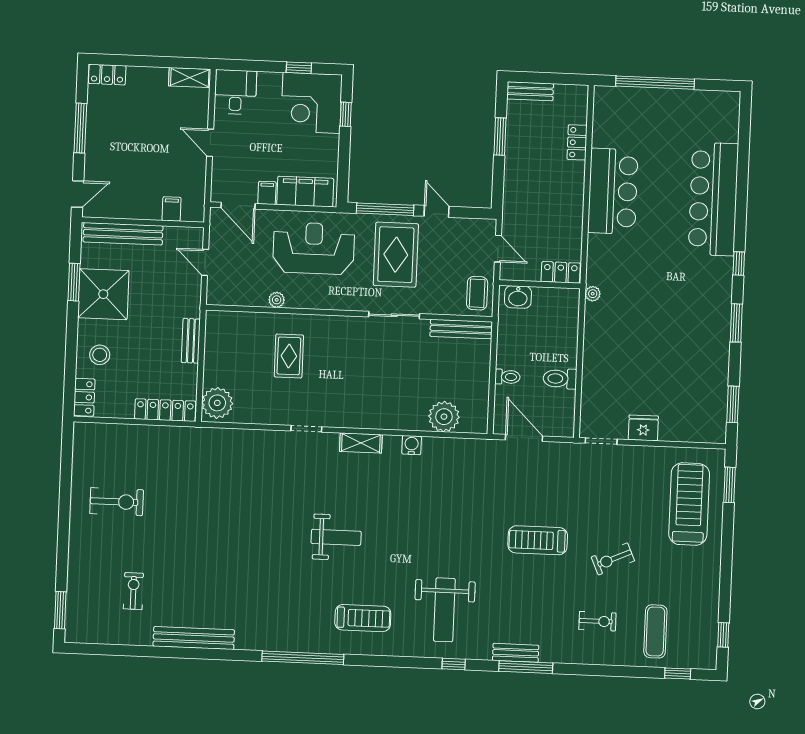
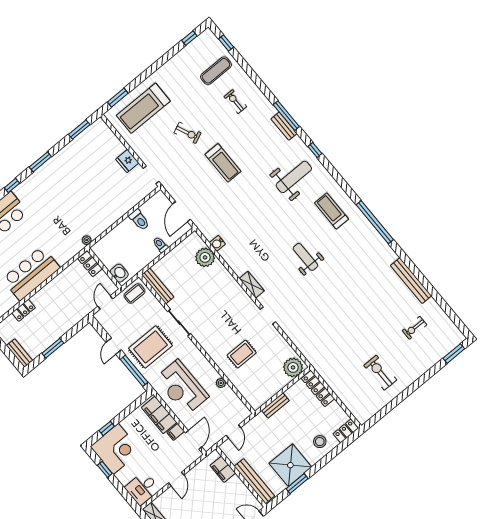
filing cabinet: (171, 209) -> (223, 469), width x2.00
water cooler: (412, 445) -> (217, 243), moved
exercise bike: (613, 559) -> (187, 133), moved

